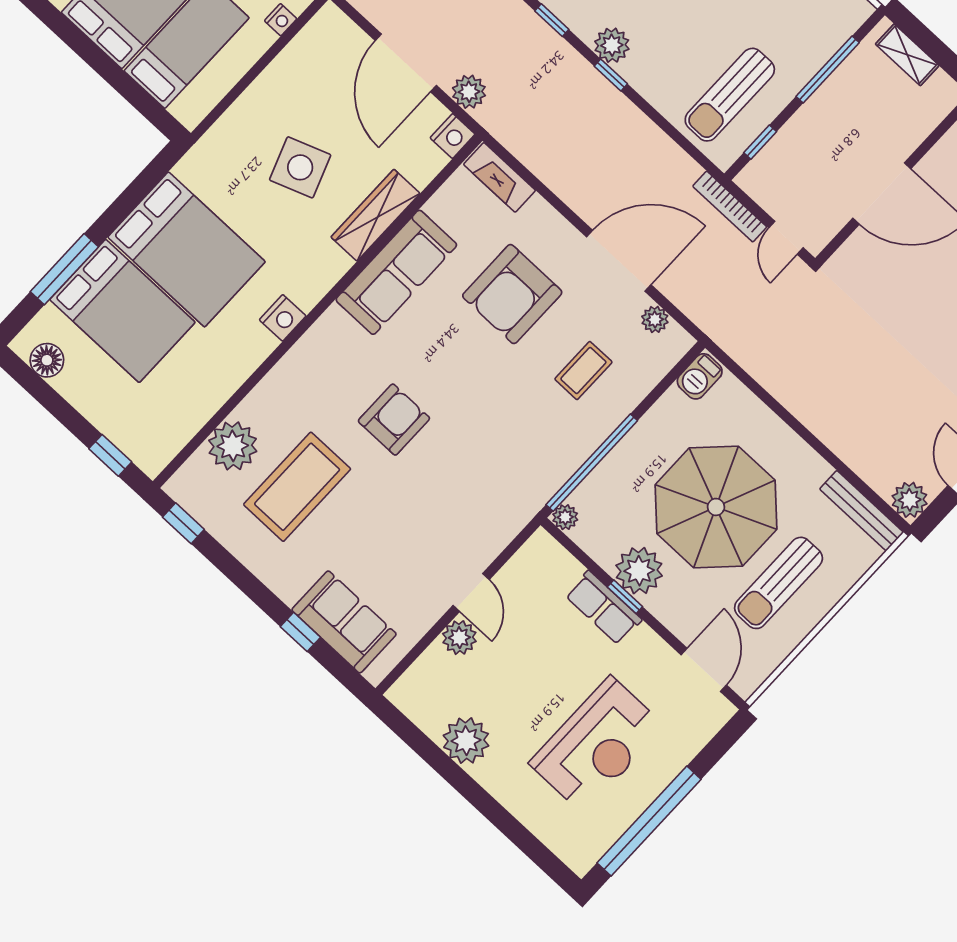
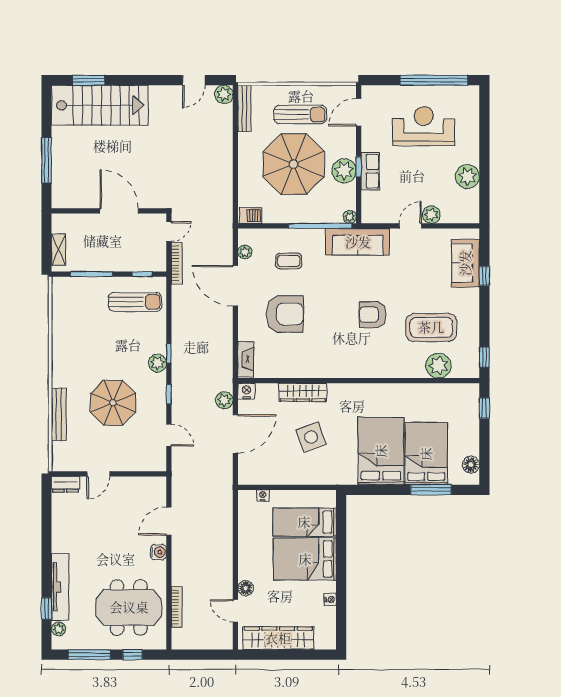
sofa: (396, 272) -> (358, 242), moved, turned 180
nightstand: (283, 318) -> (373, 391), removed

